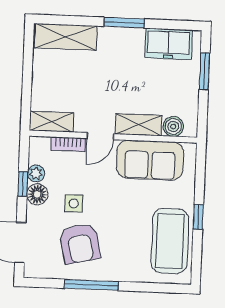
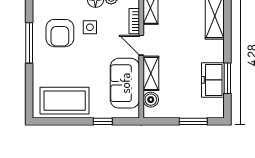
window: (124, 23) -> (227, 78), moved
freezer: (169, 44) -> (213, 80), moved
window: (198, 217) -> (103, 121), moved
armchair: (80, 244) -> (60, 33), turned -77

